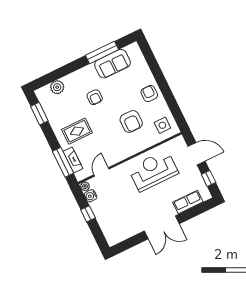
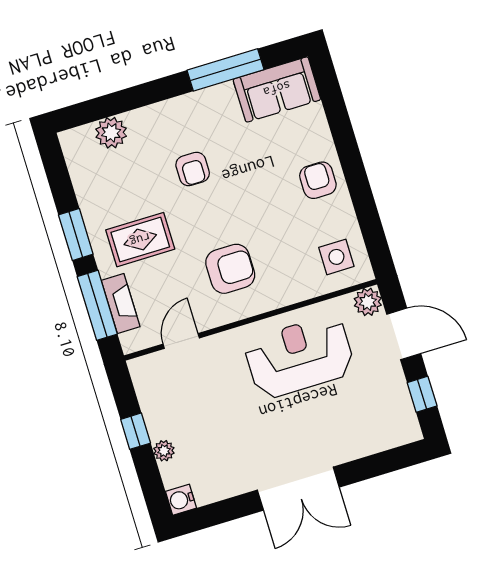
sofa: (112, 64) -> (277, 89), moved
window: (39, 114) -> (76, 234), moved
armchair: (131, 121) -> (230, 269), moved, turned -90
plant: (179, 142) -> (368, 302), added
plant: (85, 186) -> (164, 451), moved
water cooler: (91, 196) -> (181, 500), moved
row of seats: (188, 202) -> (367, 441), removed

